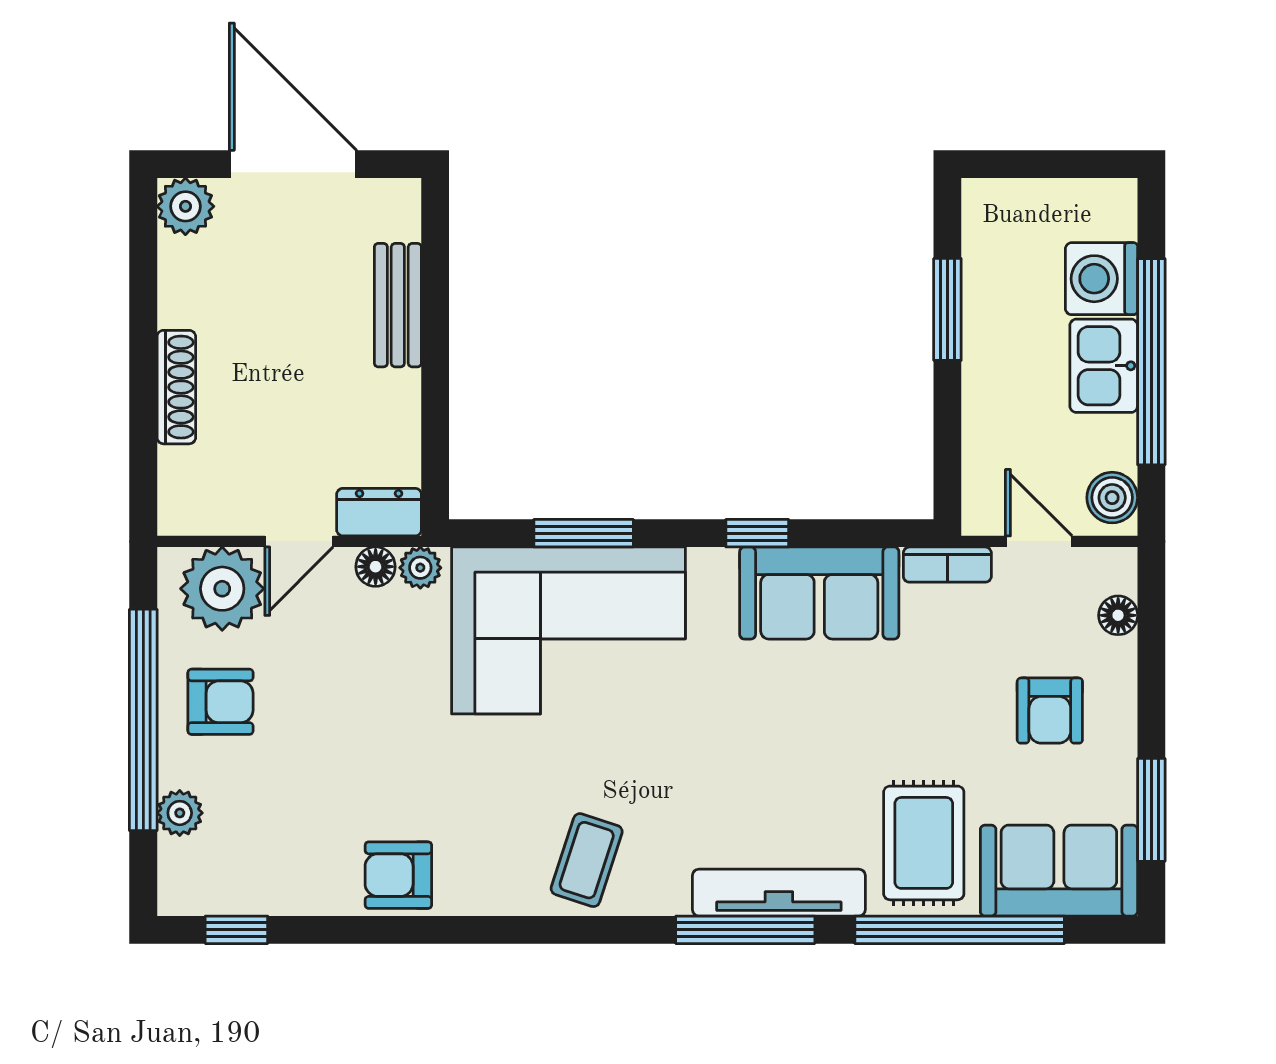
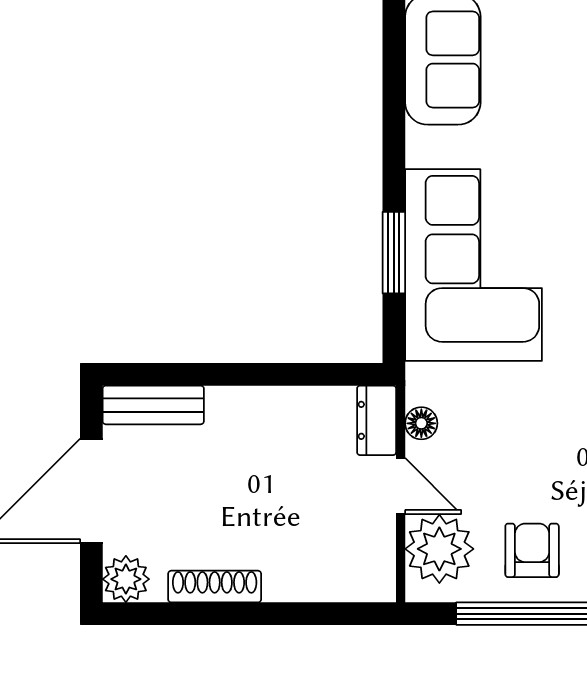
bench: (398, 305) -> (153, 405), moved
shoe rack: (176, 387) -> (215, 587), moved
window: (757, 533) -> (394, 110), removed
plant: (420, 568) -> (422, 387), removed

